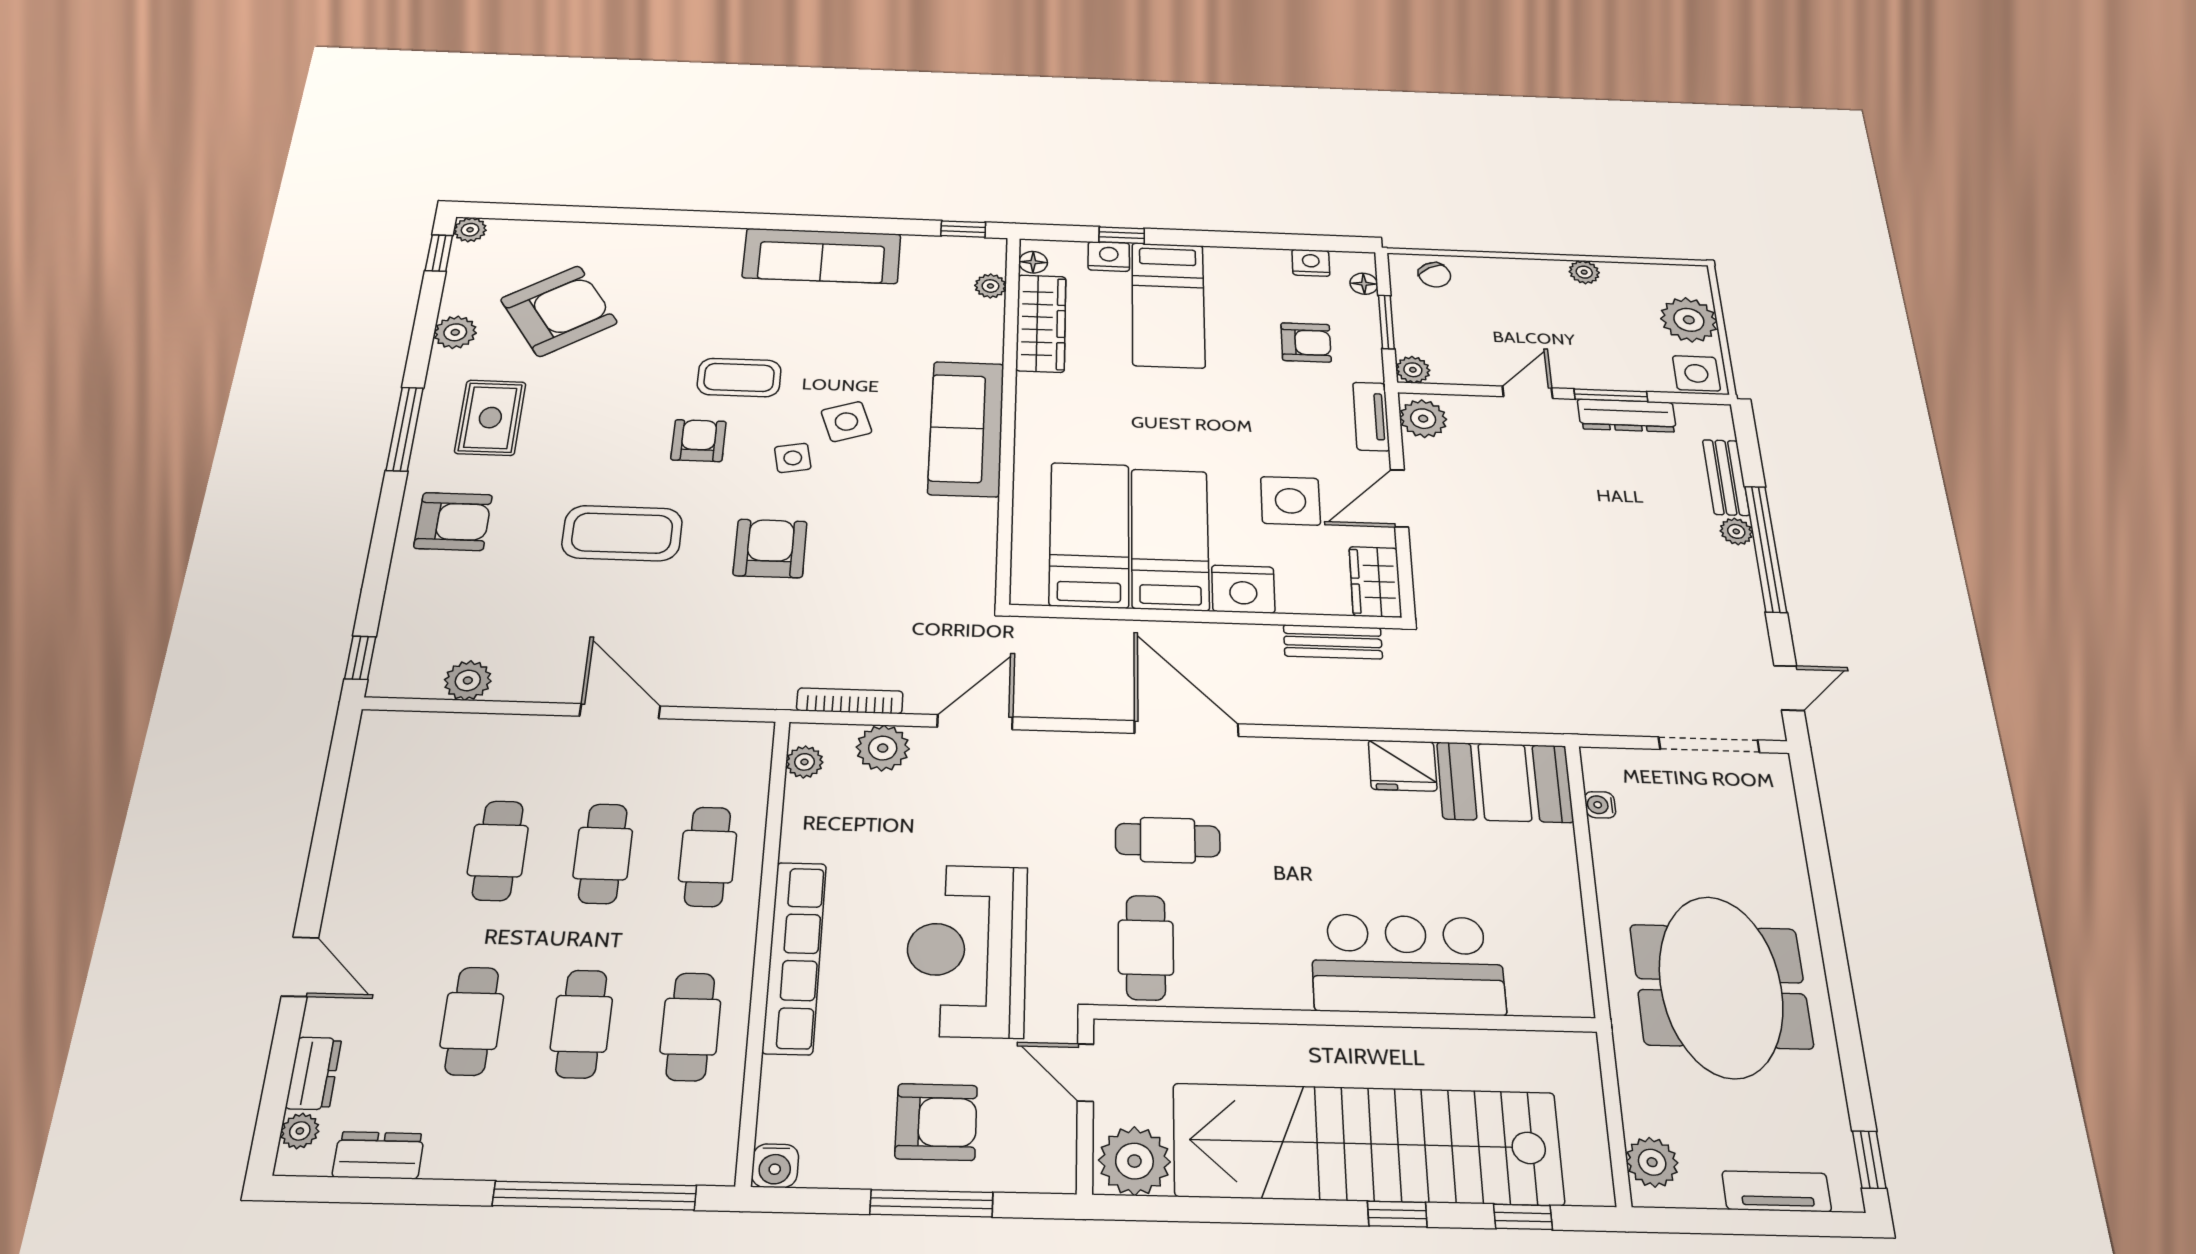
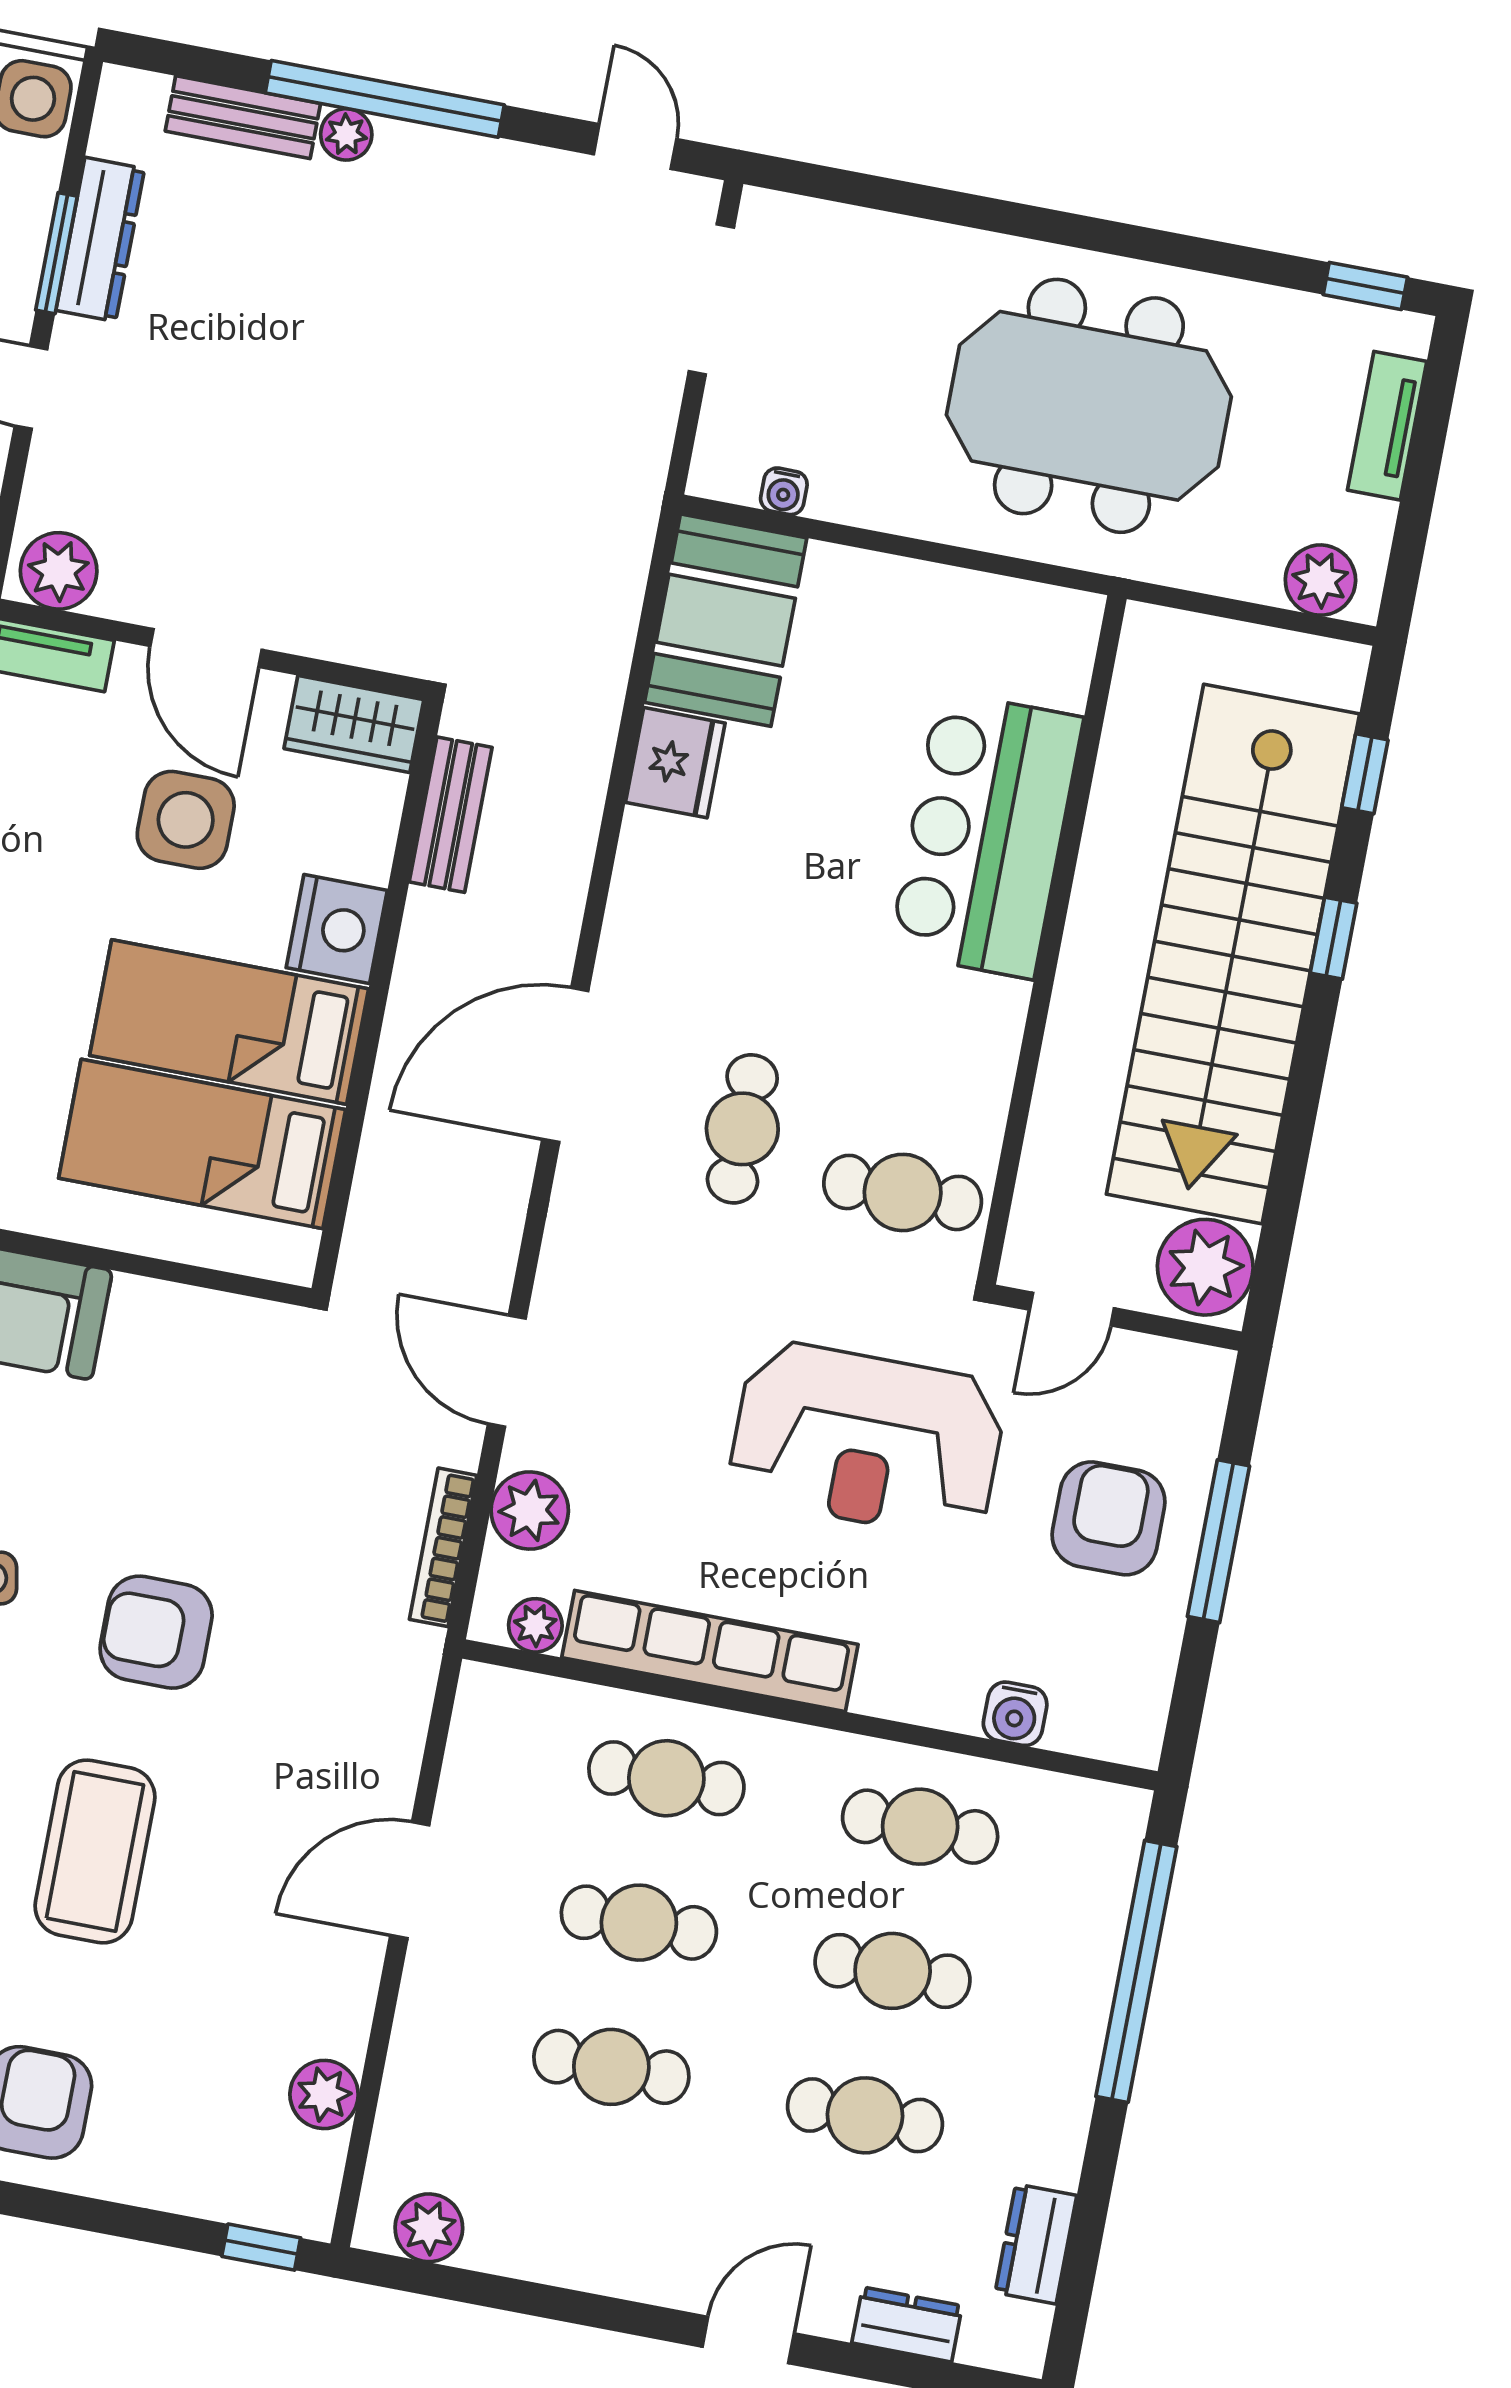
row of seats: (795, 957) -> (710, 1651), moved
plant: (300, 1131) -> (429, 2228), moved, width x1.38, depth x1.38
water cooler: (775, 1166) -> (1015, 1714), moved, turned 90

